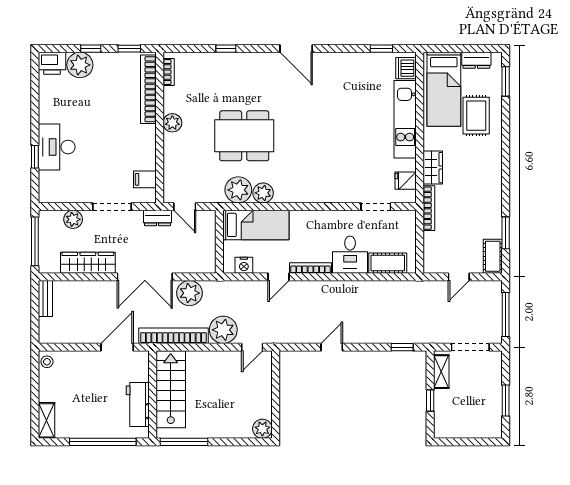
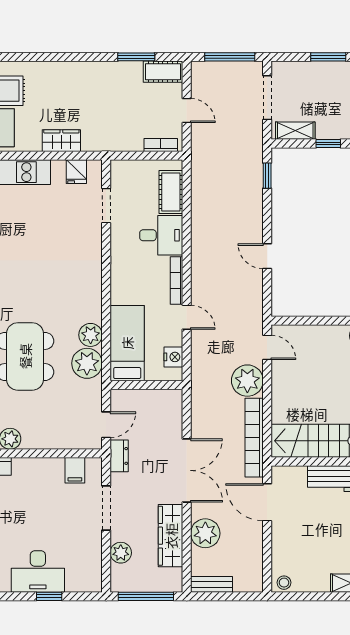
bookcase: (429, 208) -> (161, 145), moved, width x0.64
plant: (190, 293) -> (205, 533), moved

